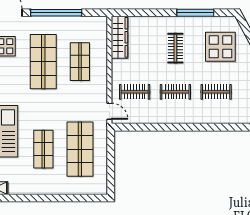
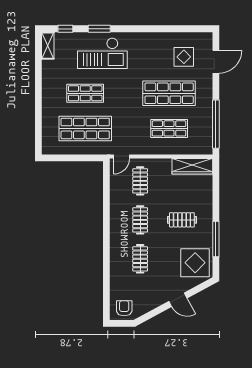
window: (56, 13) -> (216, 124), moved
display table: (220, 47) -> (195, 263), moved

